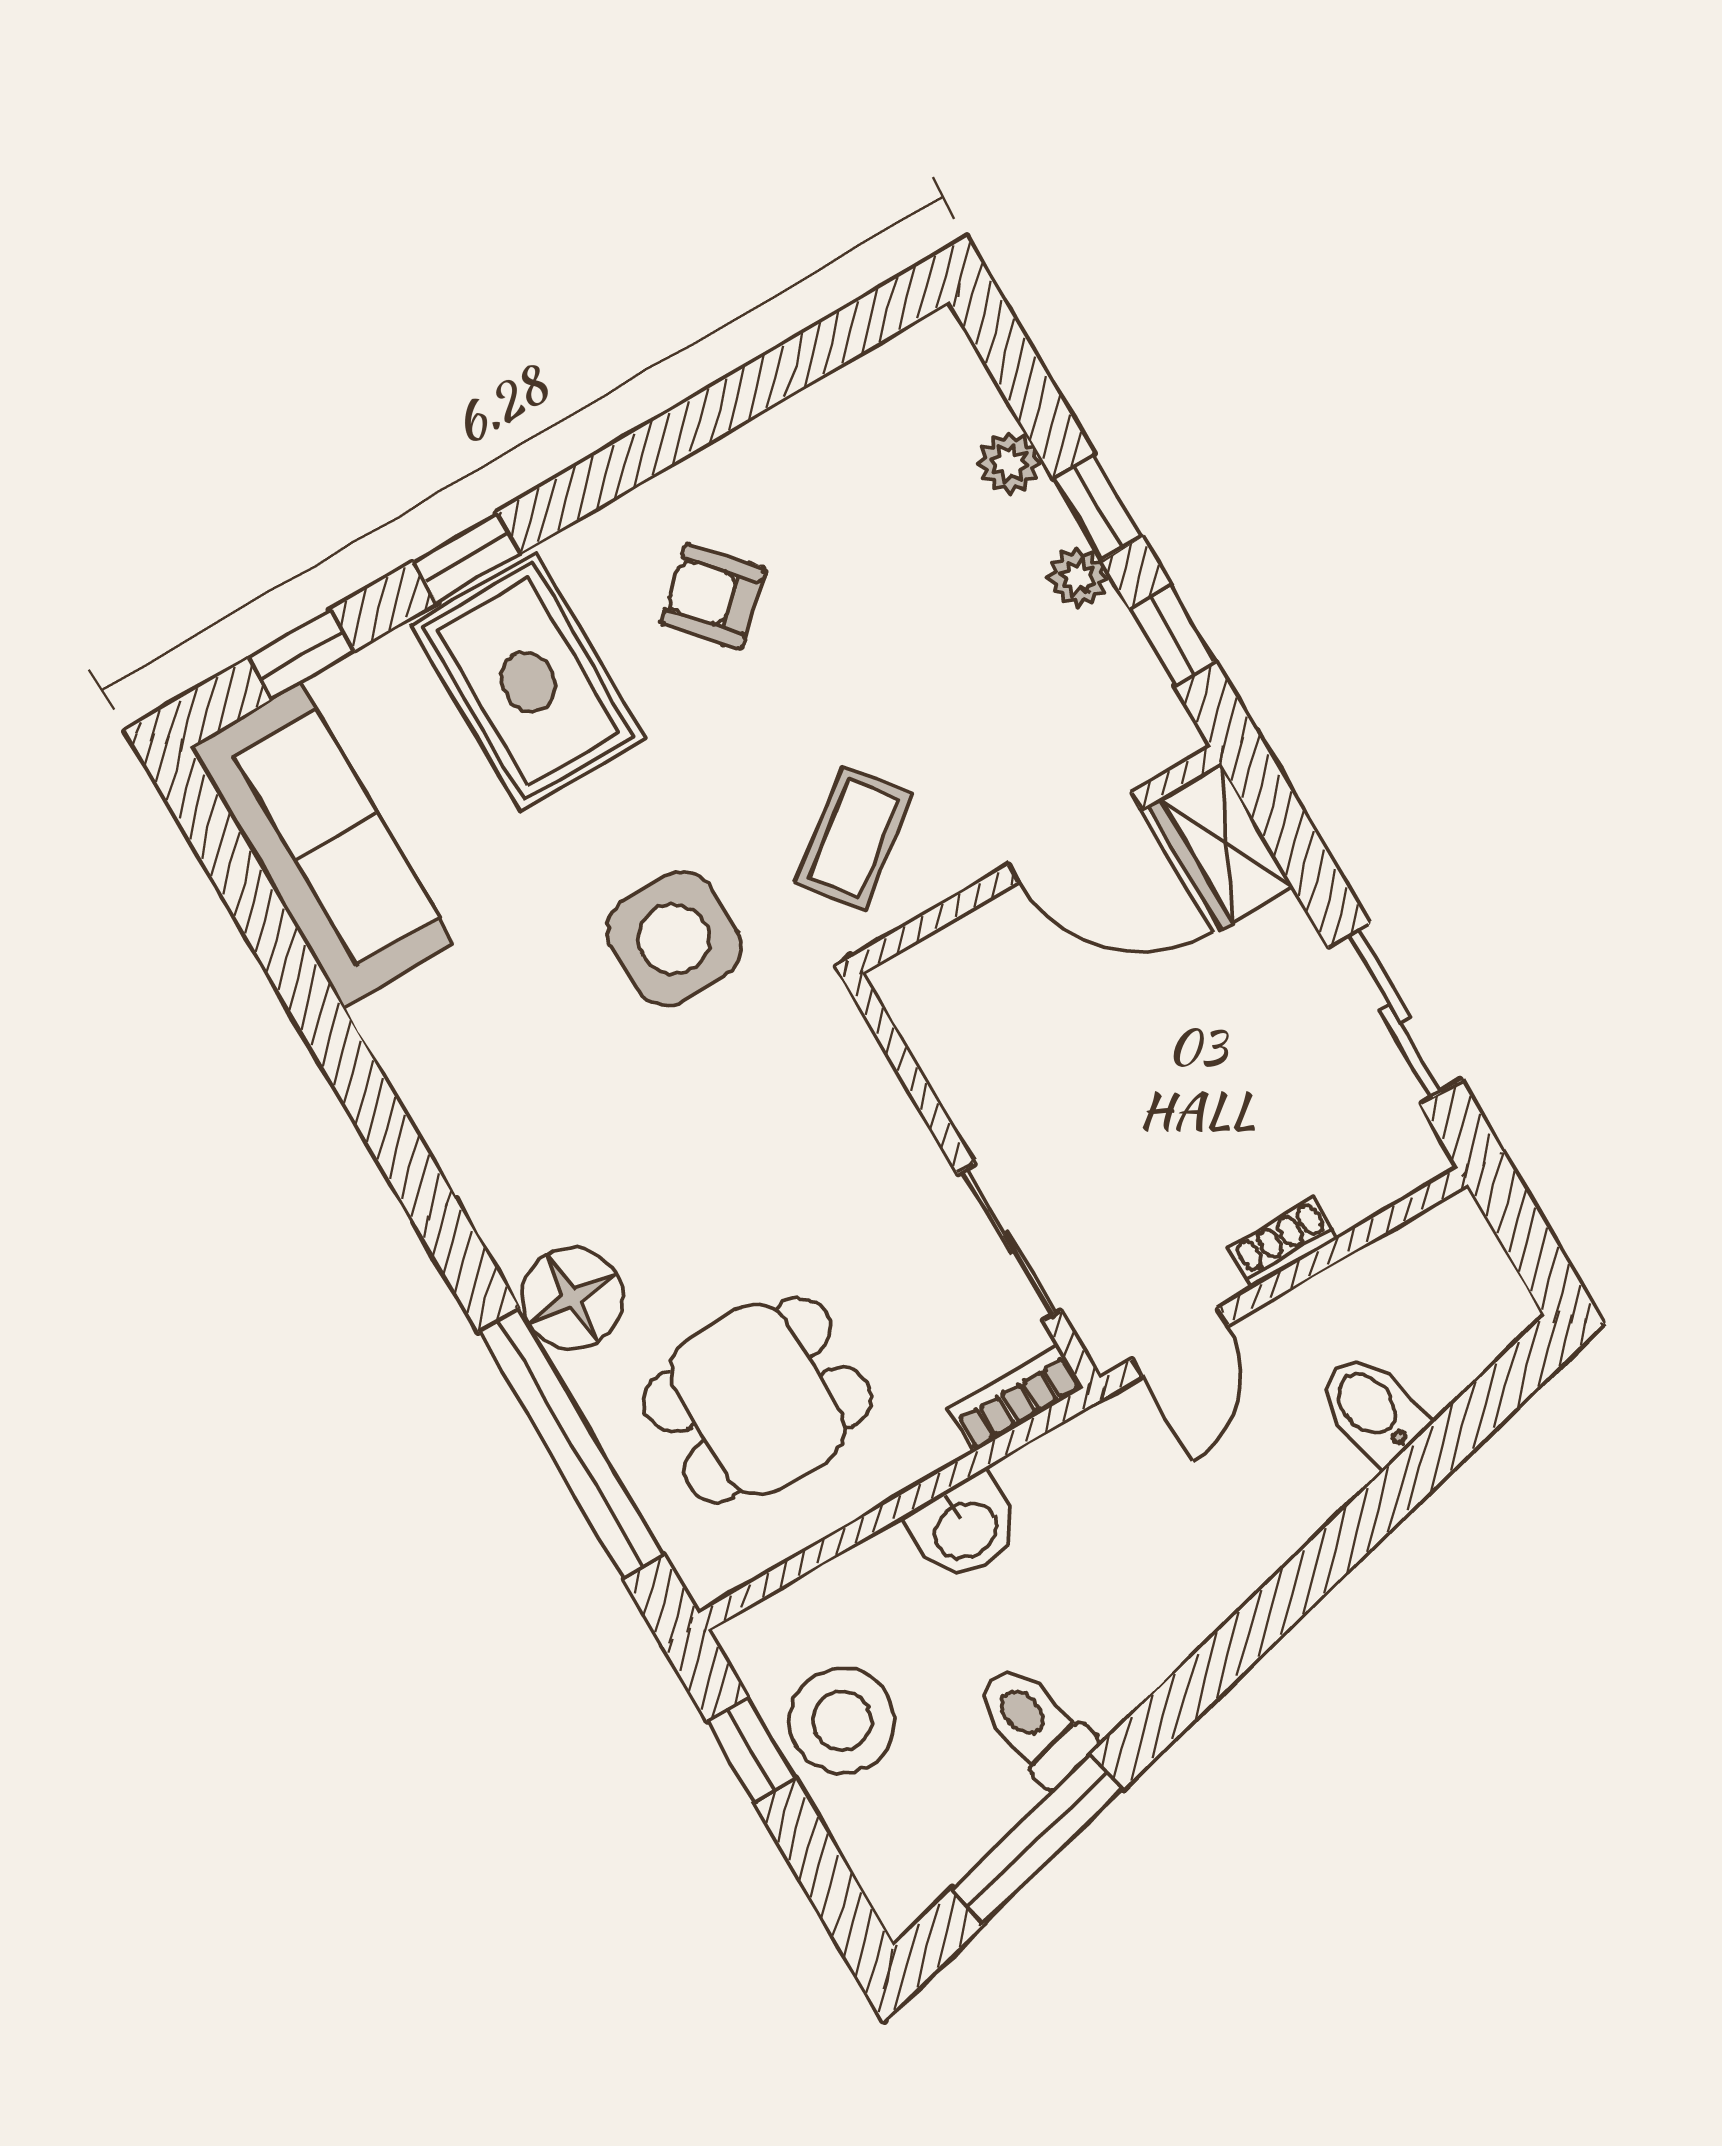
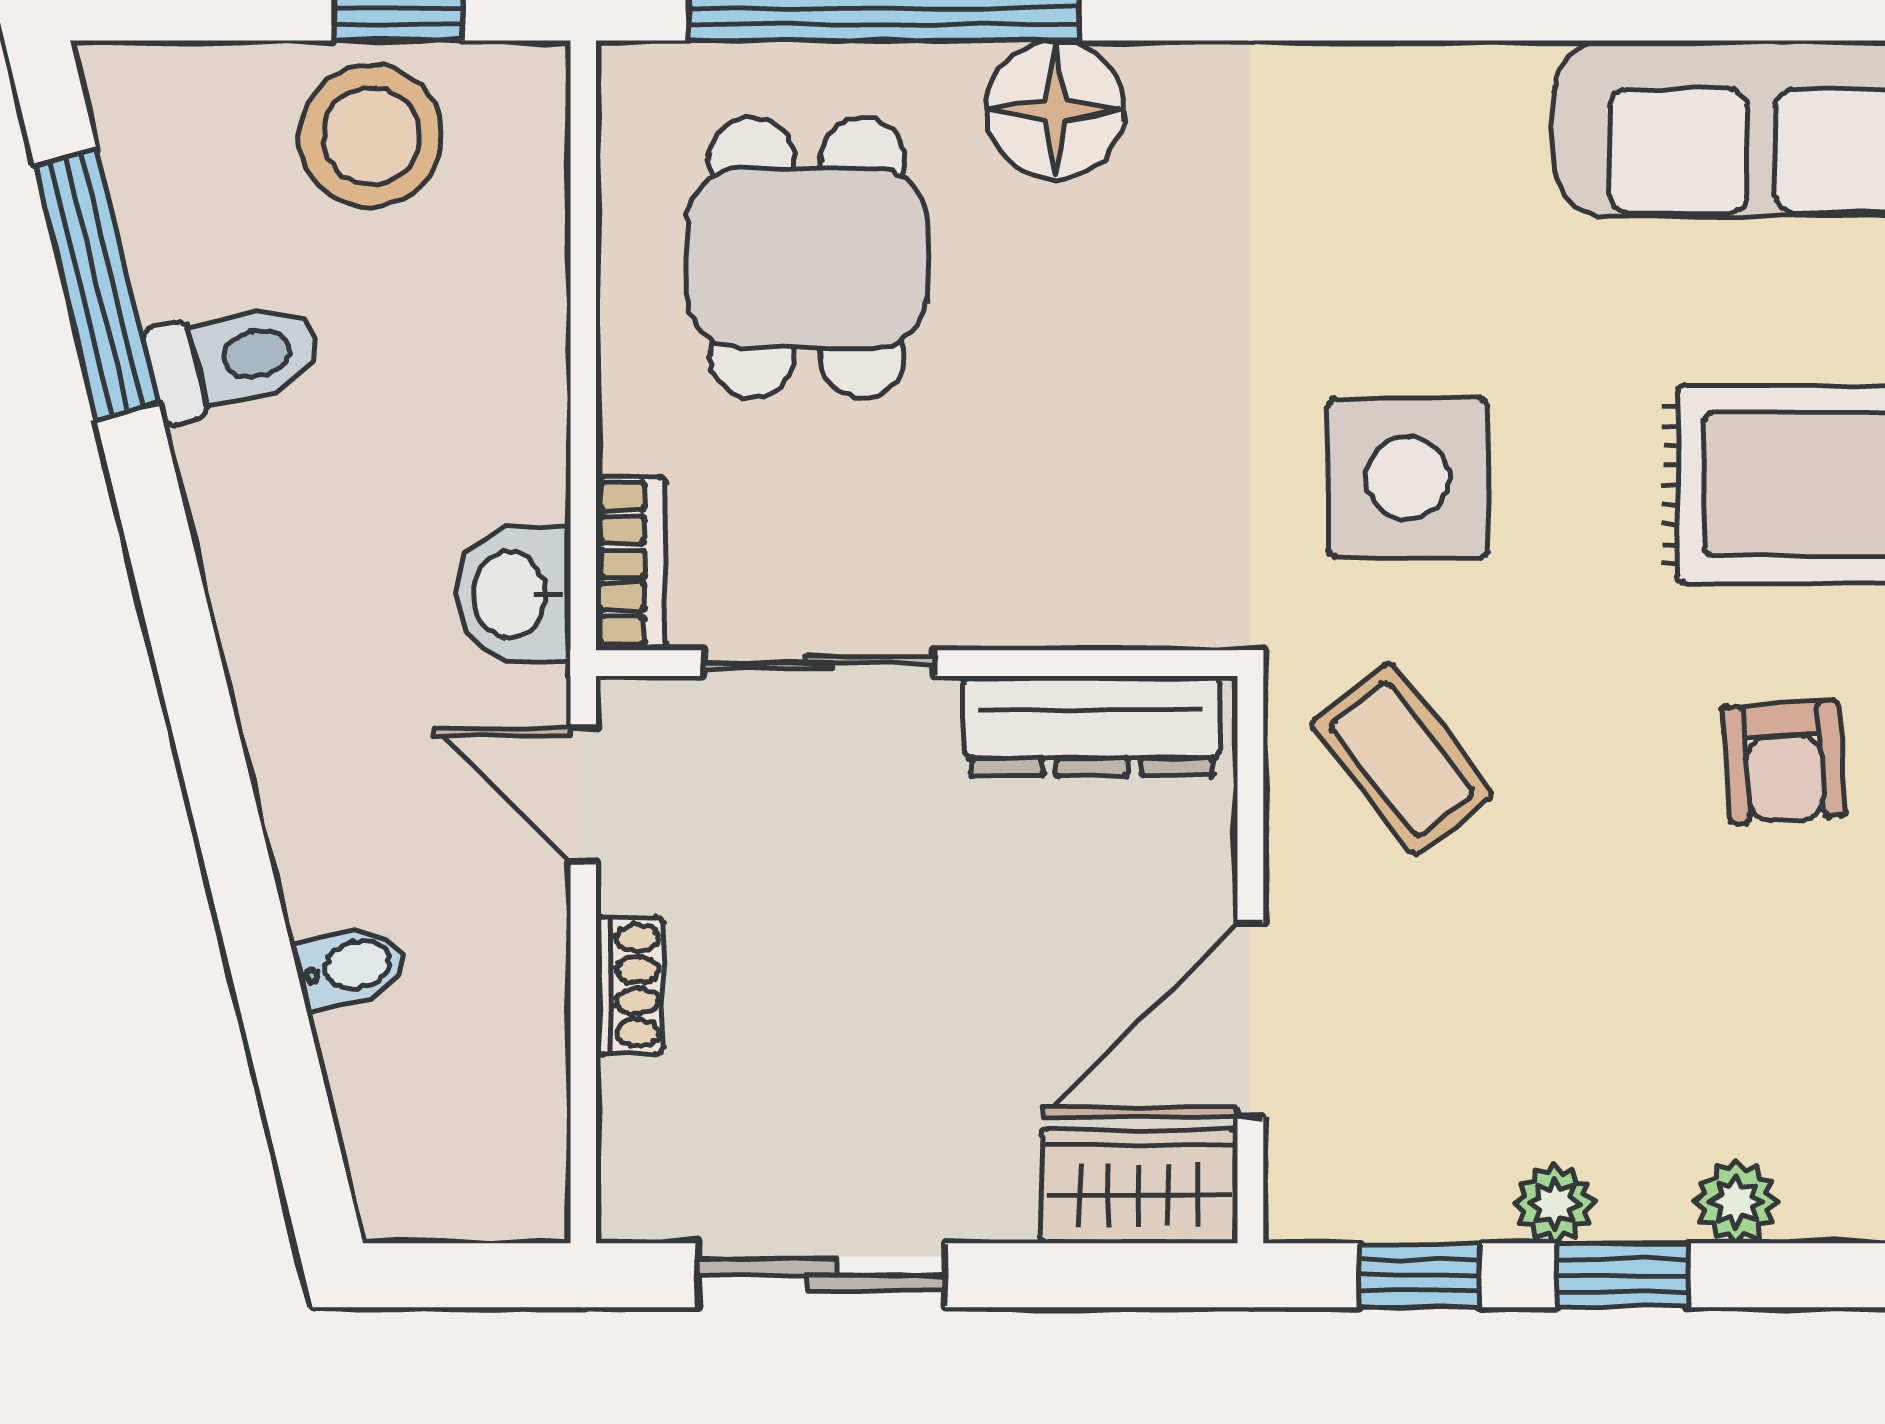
armchair: (714, 596) -> (1784, 761), turned 128
dresser: (948, 1047) -> (1092, 726), added
bidet: (1372, 1409) -> (350, 966), width x0.72, depth x0.74
washbasin: (964, 1528) -> (513, 594), moved

